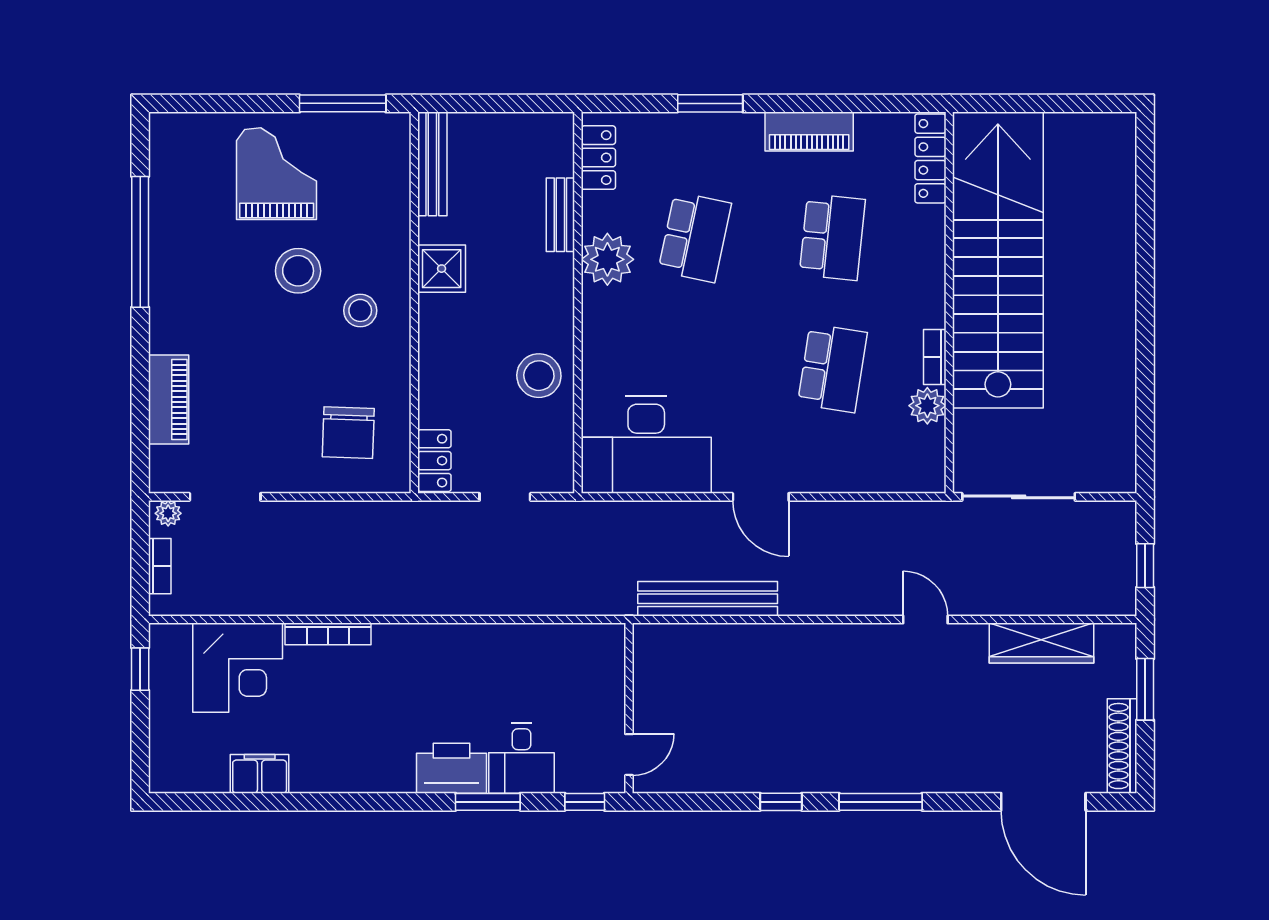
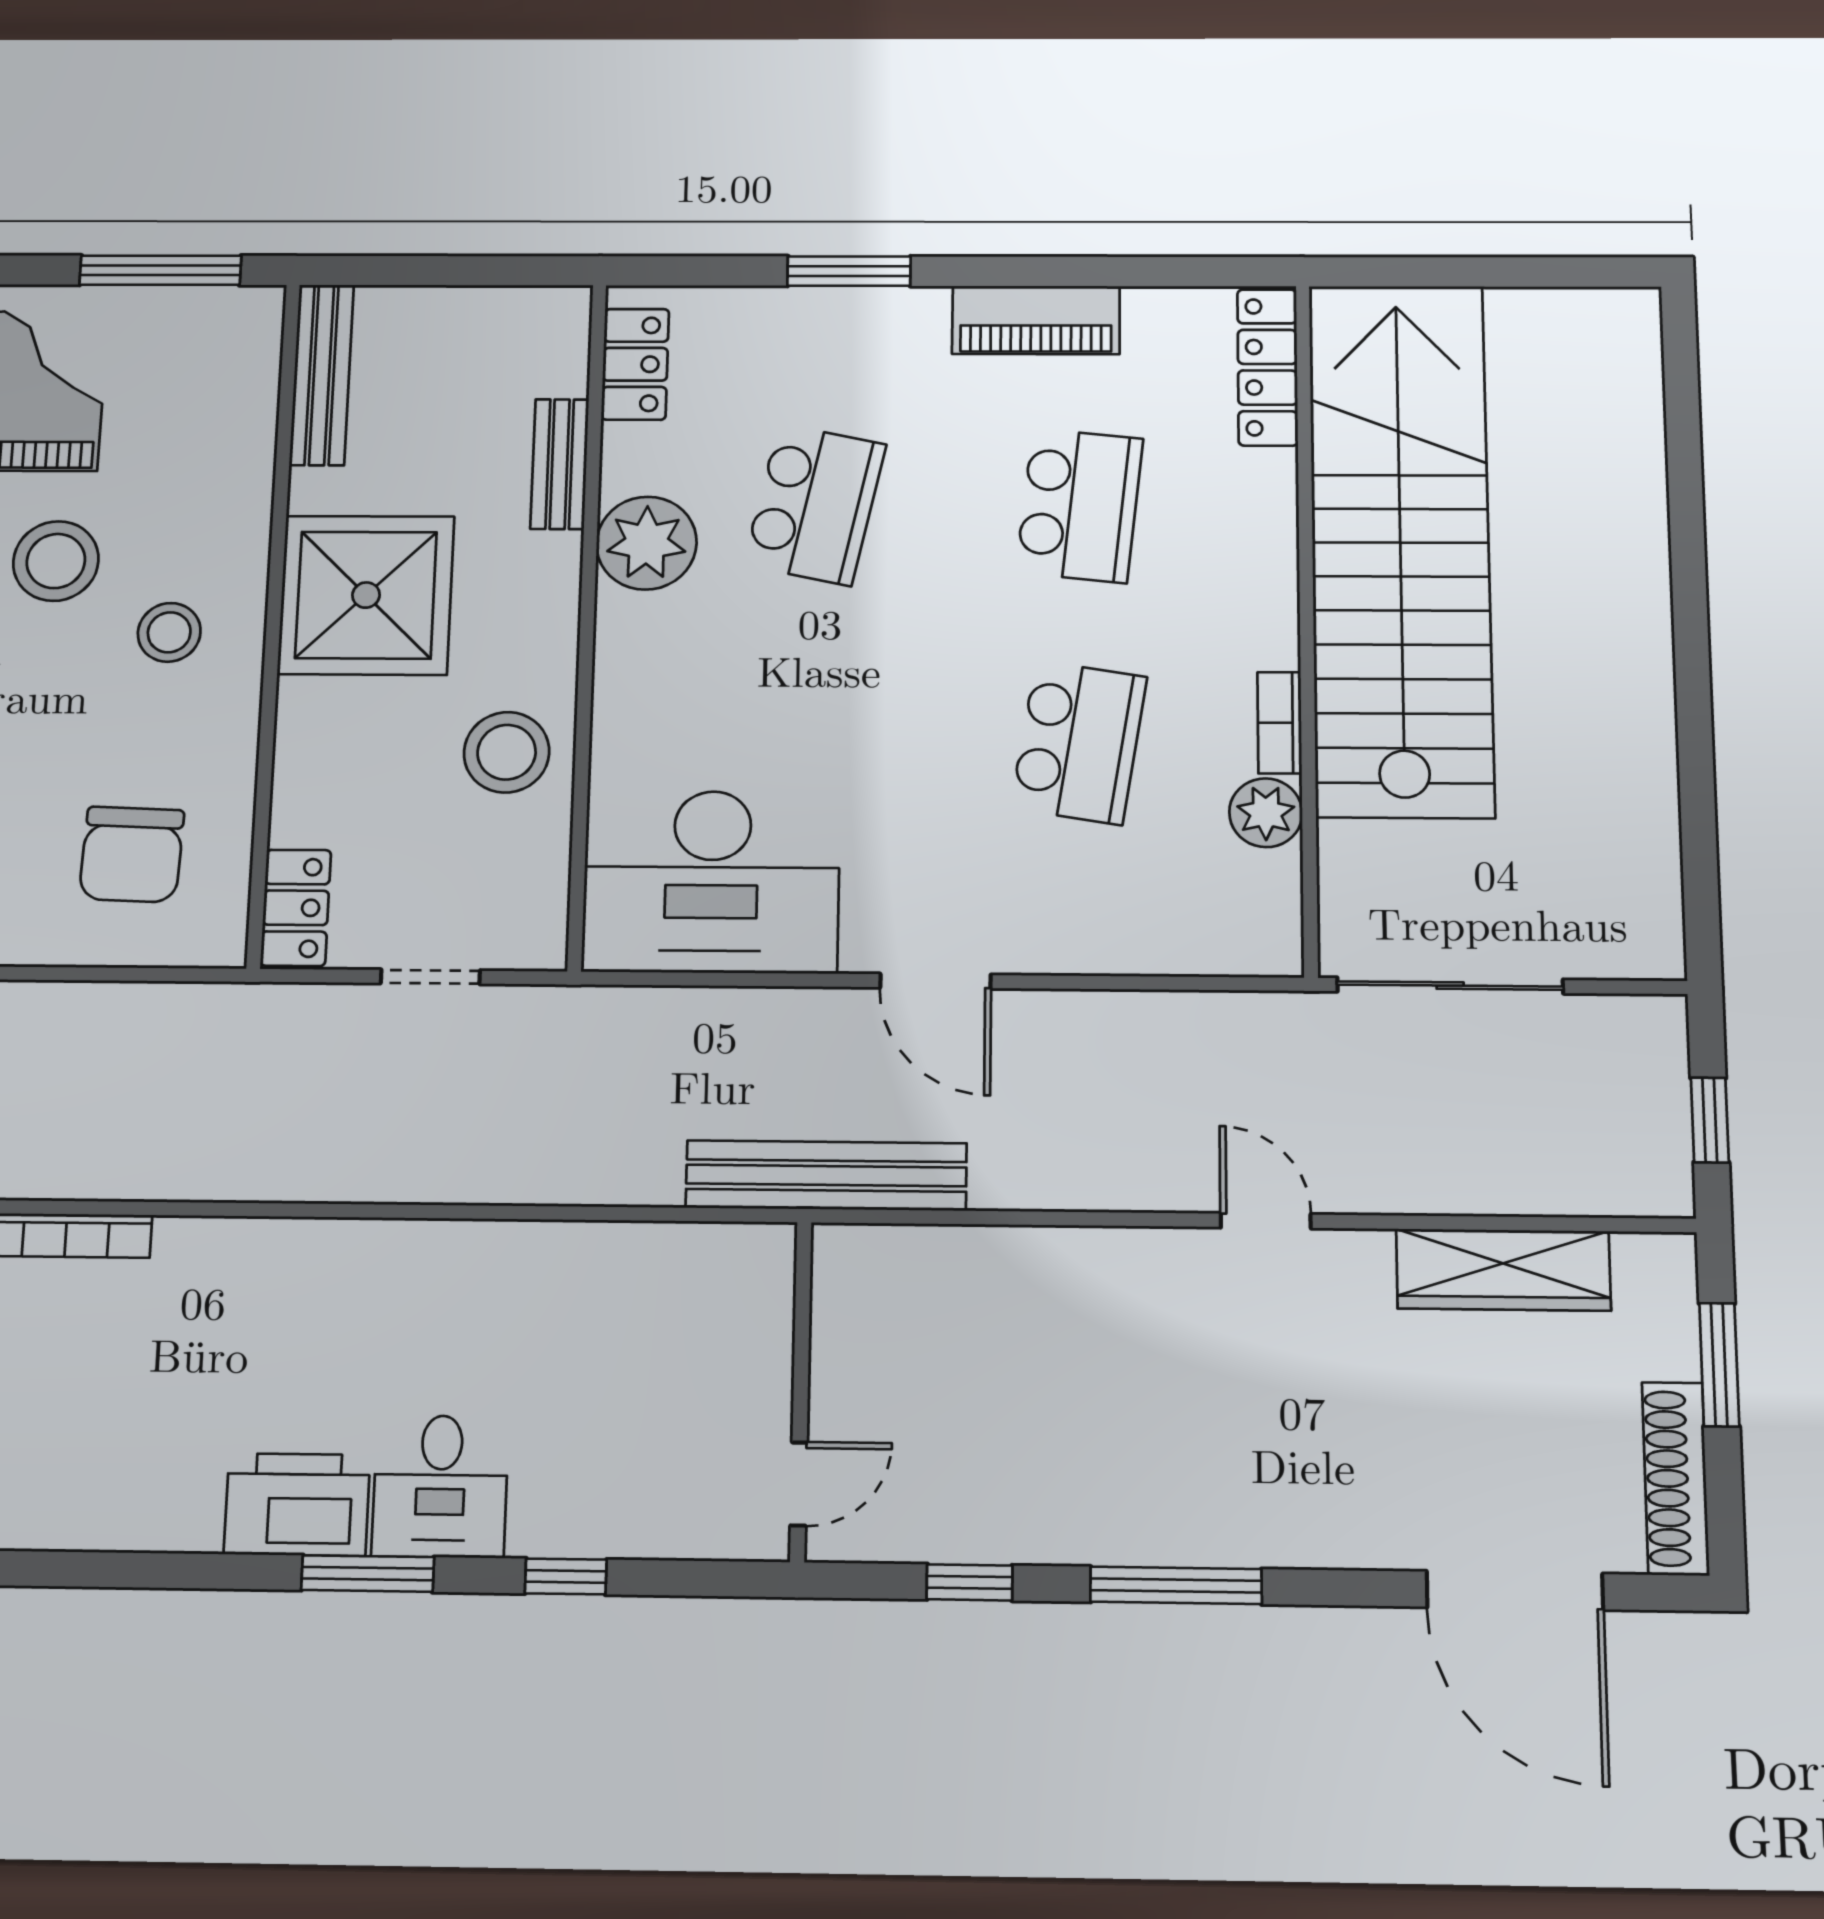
shower: (442, 269) -> (366, 595), width x1.86, depth x1.86
wall: (629, 708) -> (801, 1391), moved
door: (629, 755) -> (799, 1484), moved

